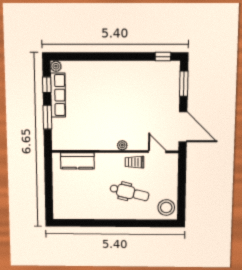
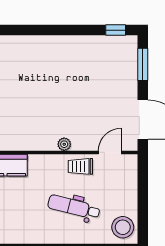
door: (157, 152) -> (110, 152), hinge flipped
dental chair: (129, 192) -> (74, 207), turned 180

